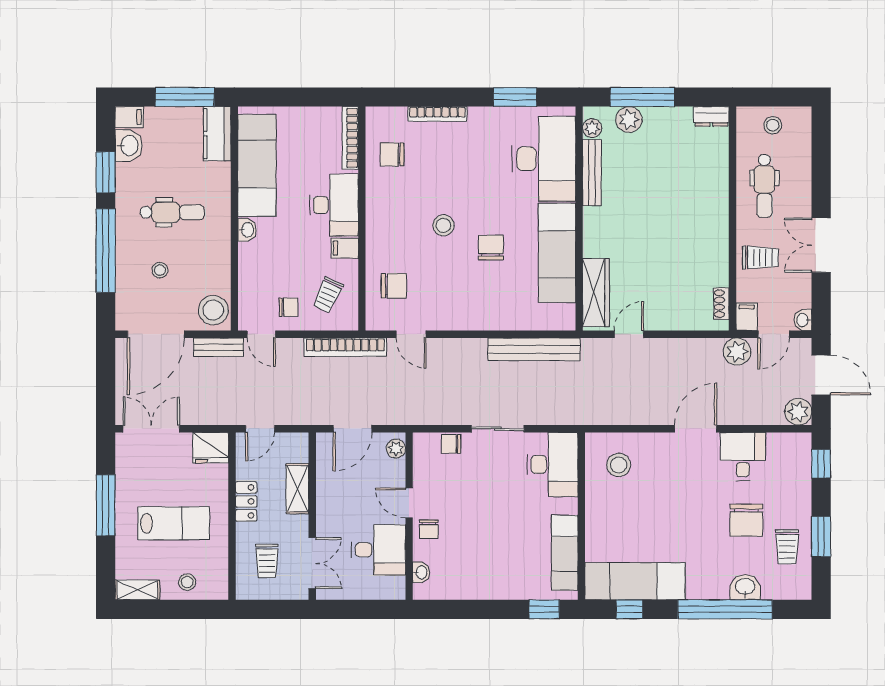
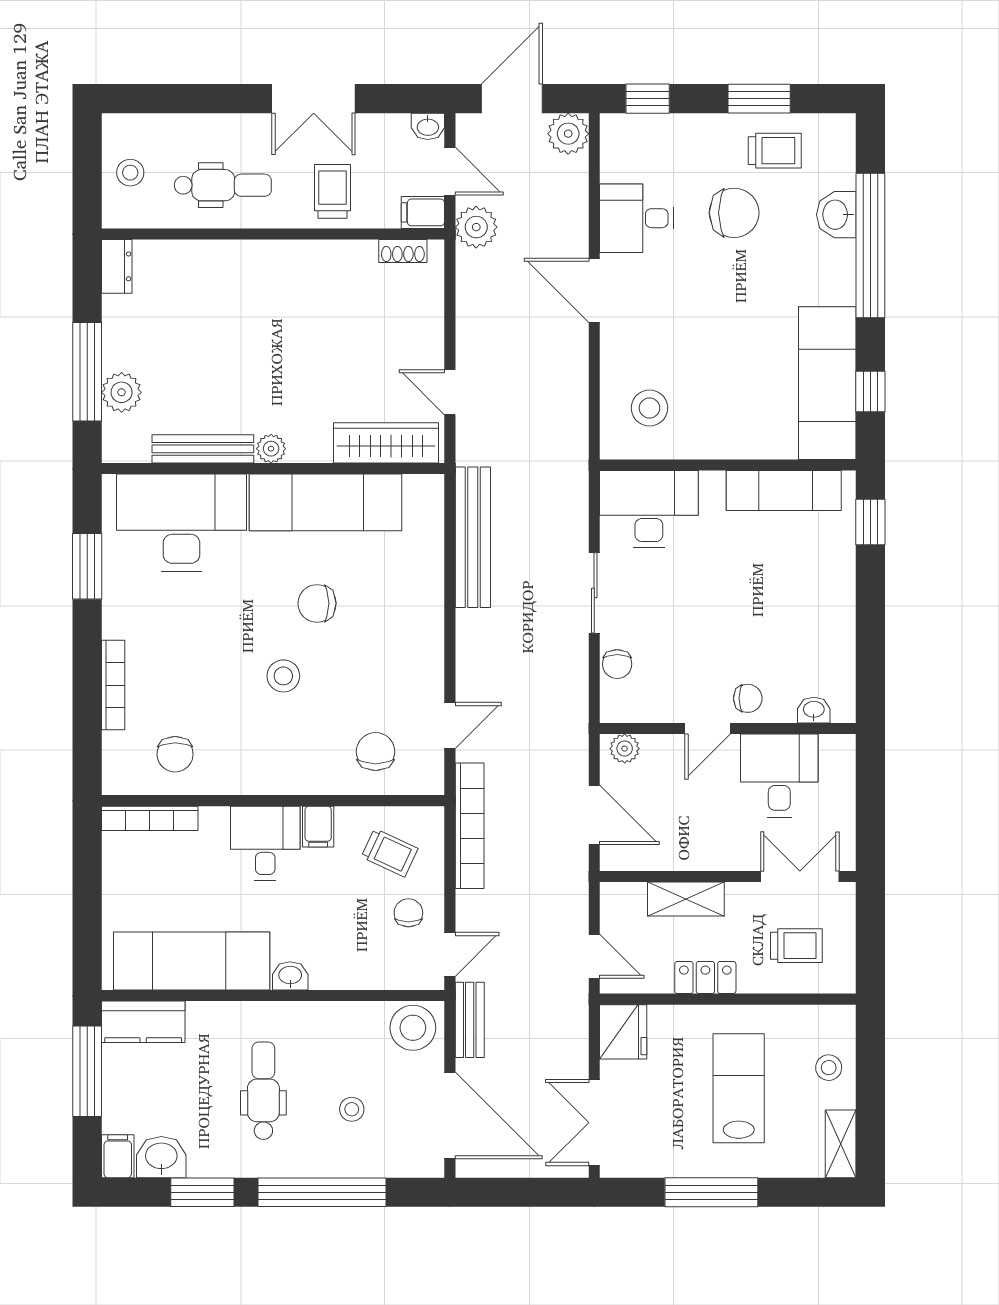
plant: (592, 128) -> (271, 449), moved
desk: (334, 205) -> (265, 843), width x0.73

